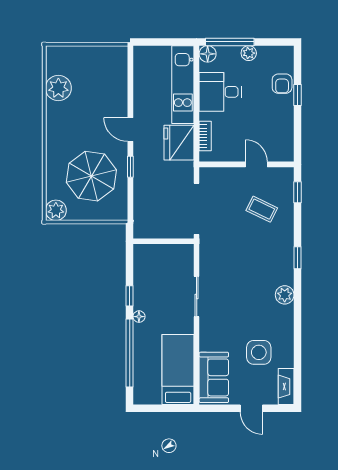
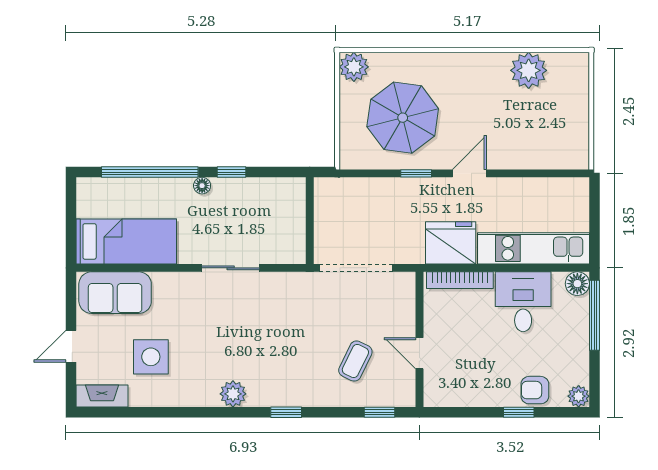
plant: (249, 53) -> (579, 396), moved
bookcase: (205, 136) -> (460, 280), width x1.56
door: (256, 164) -> (419, 353), swing flipped

